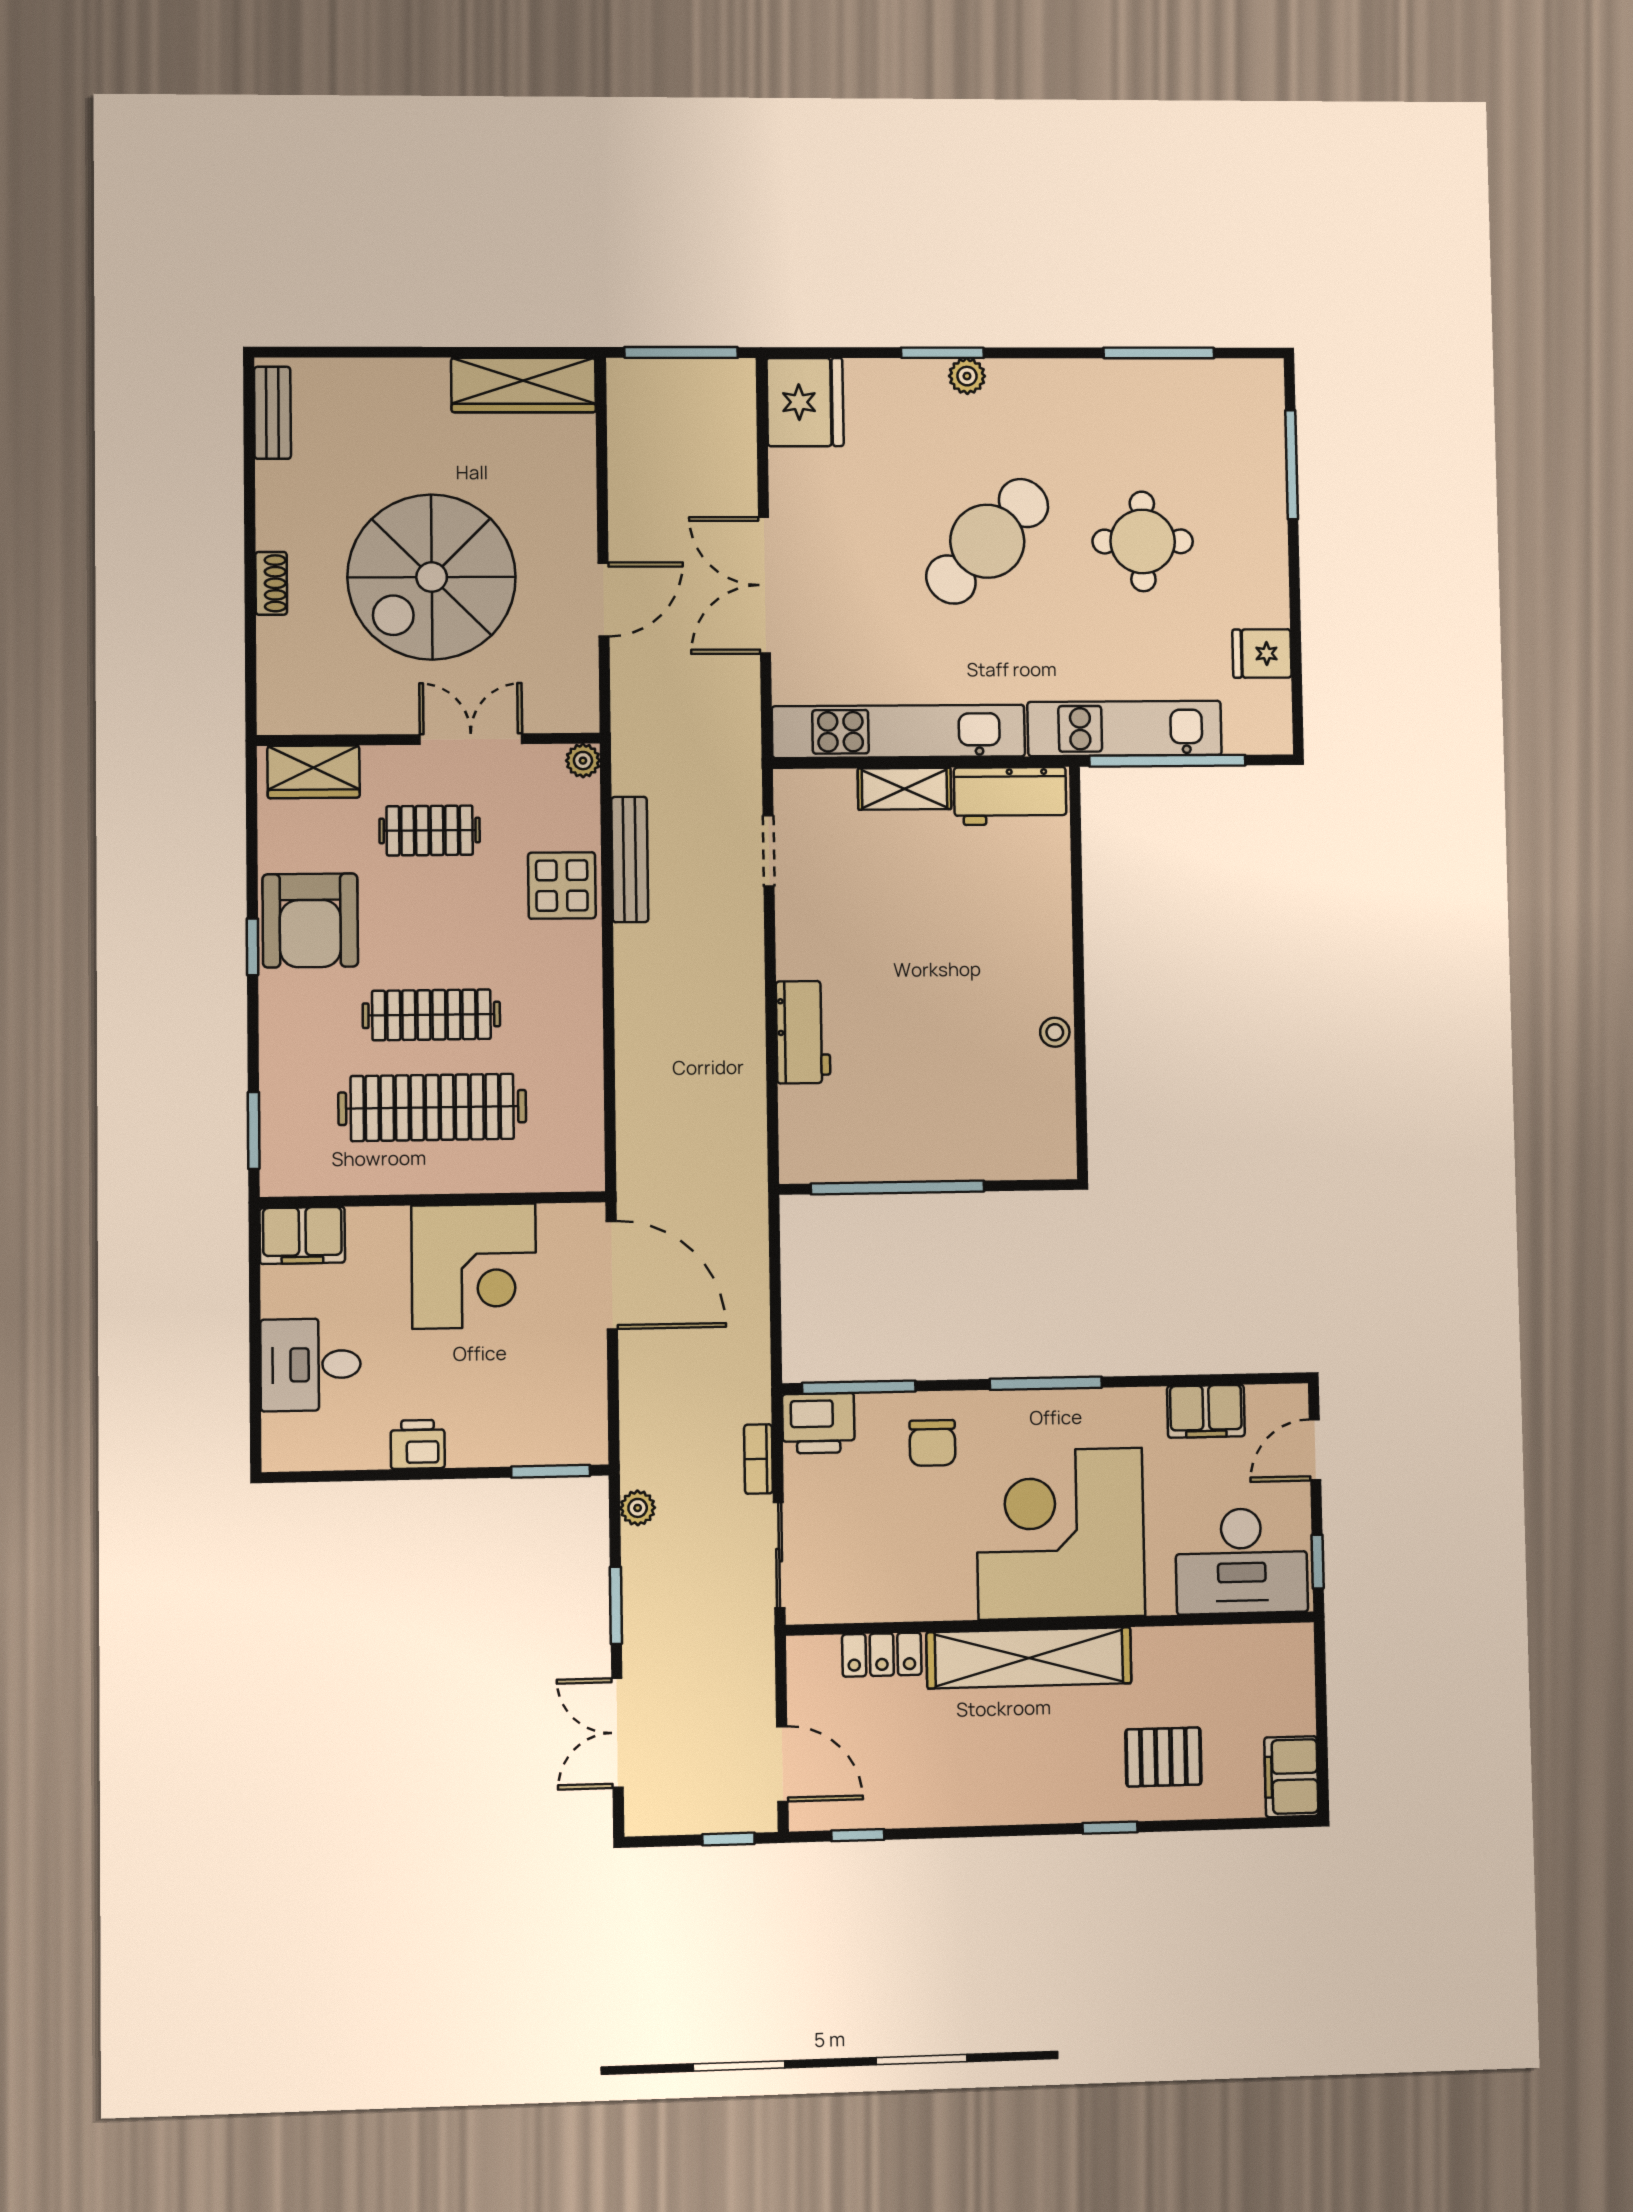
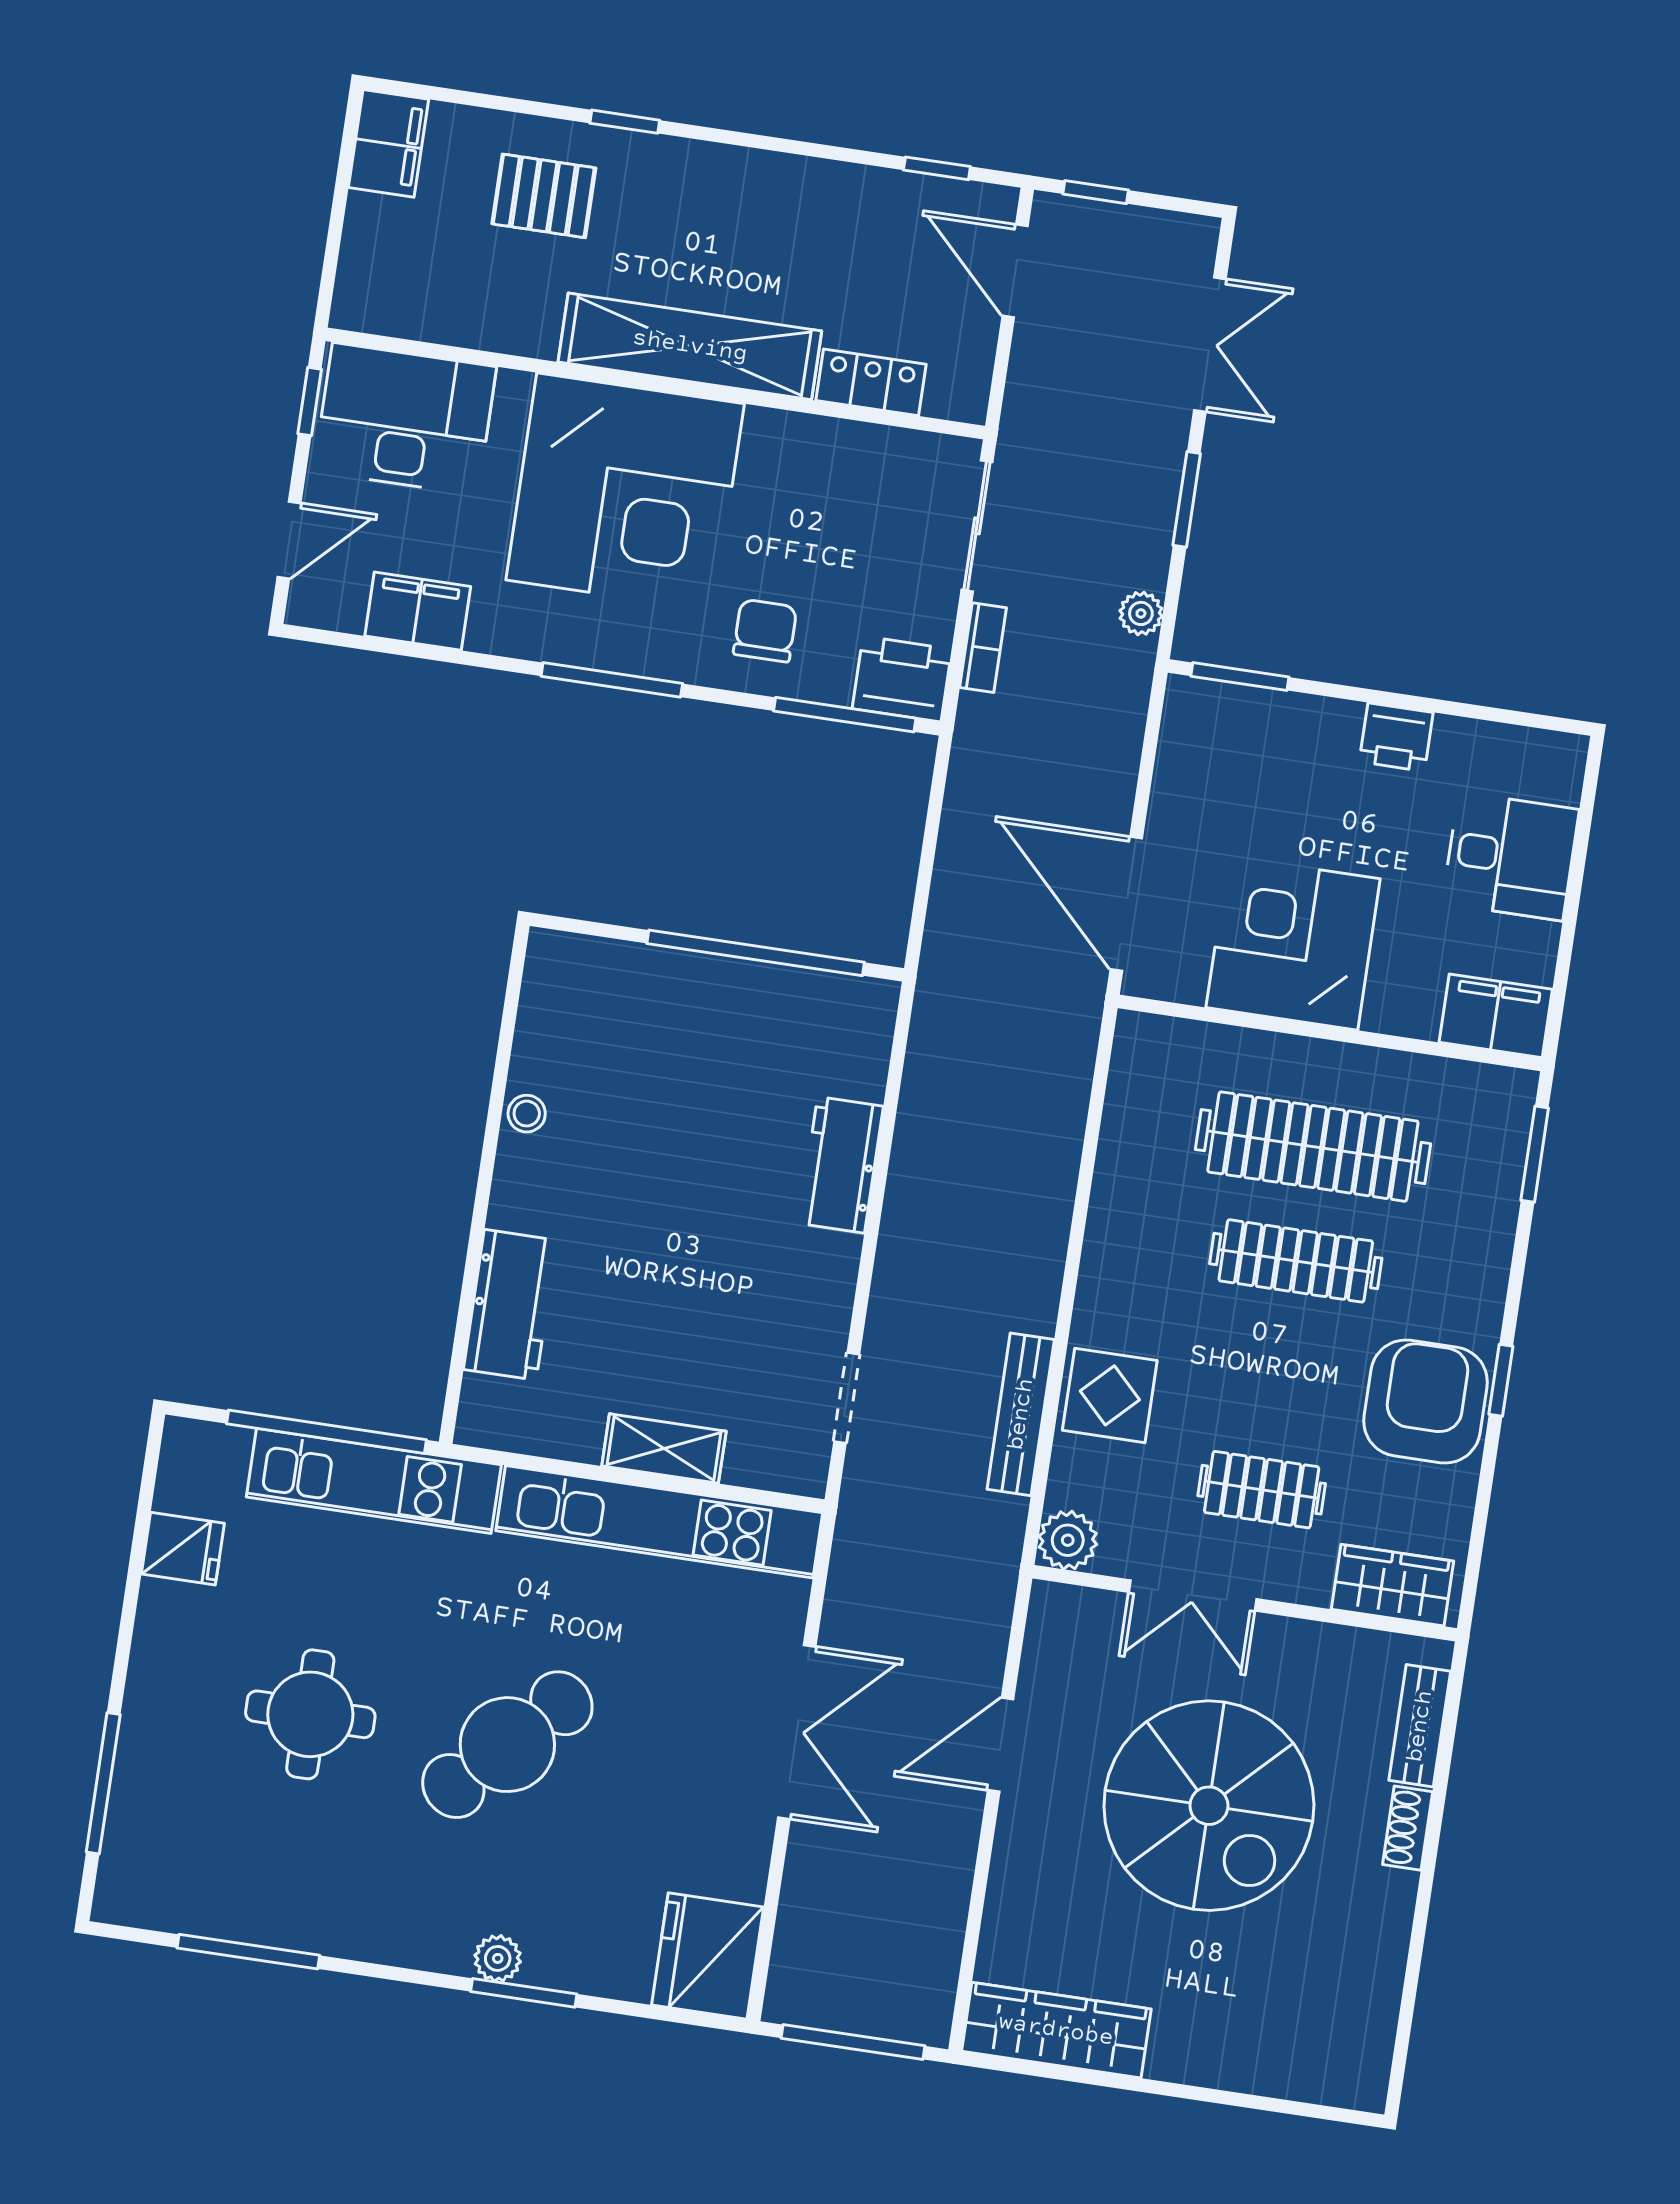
bench: (272, 413) -> (1420, 1726), moved
spiral stairs: (432, 577) -> (1209, 1806), turned 90
plant: (583, 761) -> (1068, 1540), width x1.38, depth x1.38
workbench: (1010, 796) -> (510, 1305), moved, turned 90

